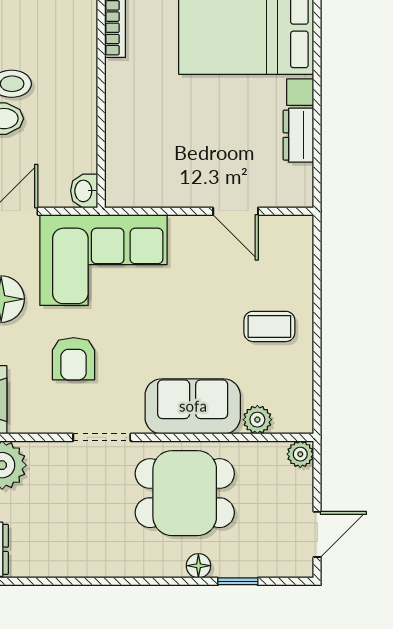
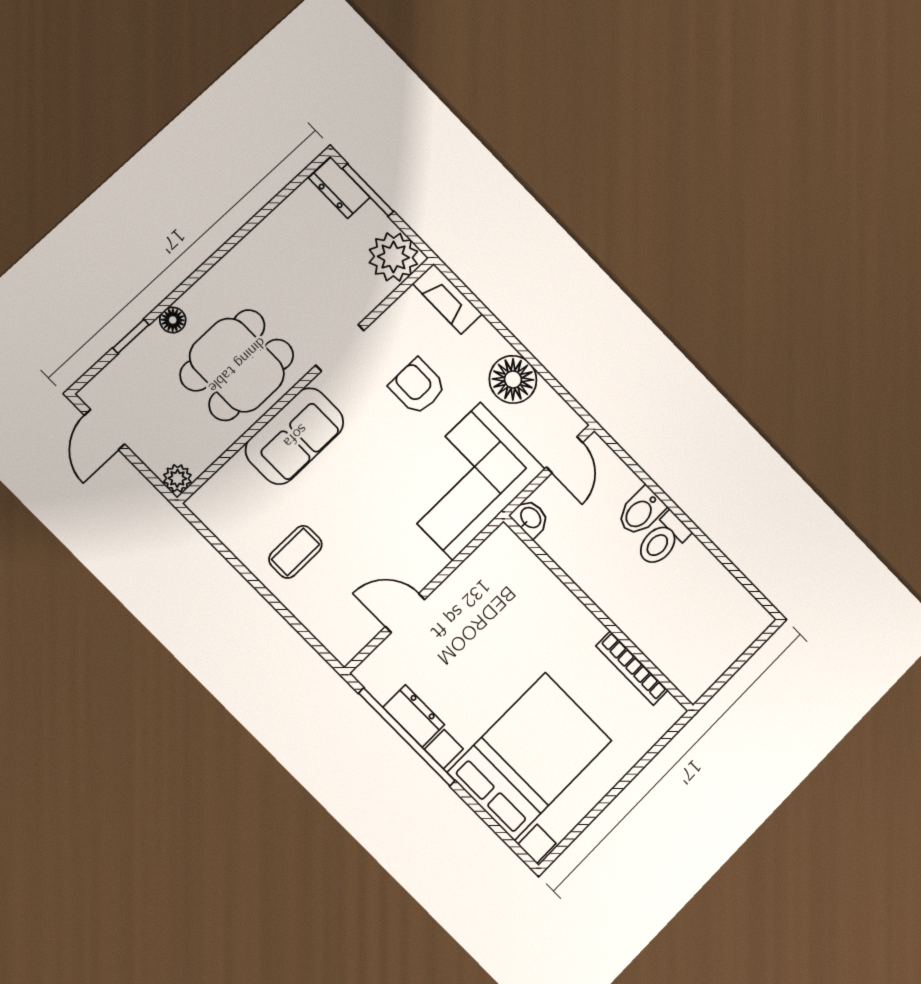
window: (317, 126) -> (407, 737), added
plant: (257, 420) -> (236, 473), removed

